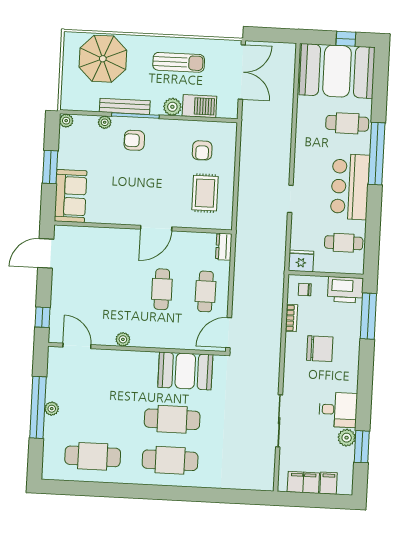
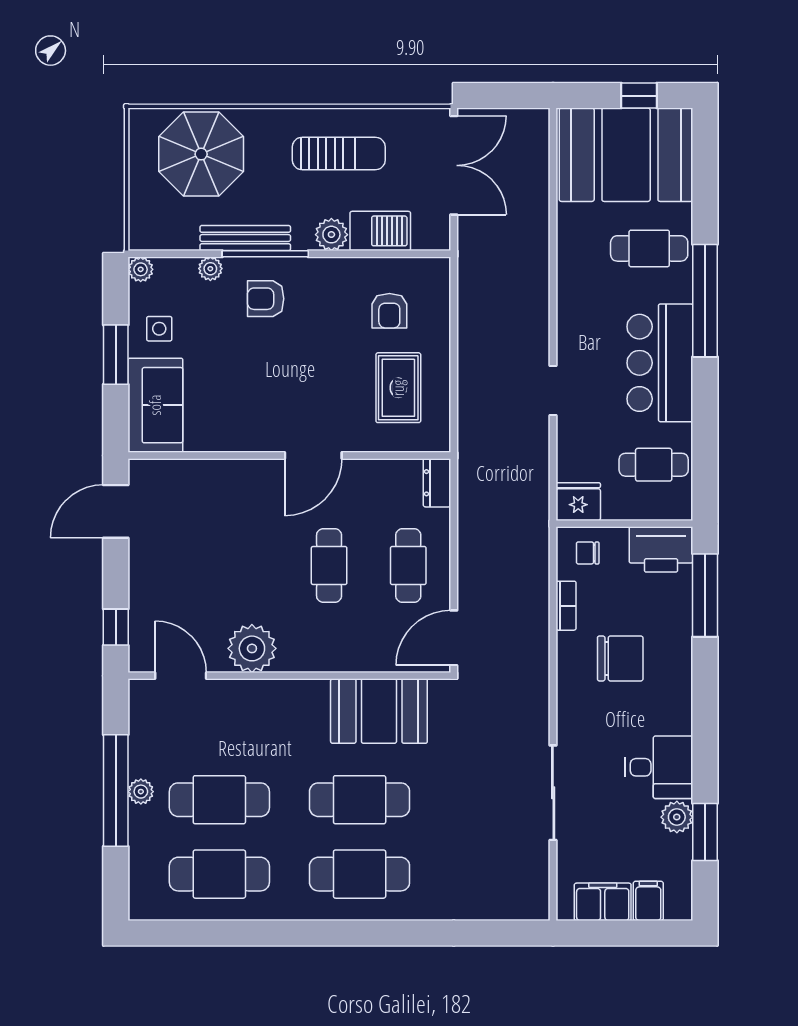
side table: (75, 154) -> (159, 329), added
plant: (123, 339) -> (252, 648), width x1.88, depth x1.88
cafe table: (95, 415) -> (219, 800), added

